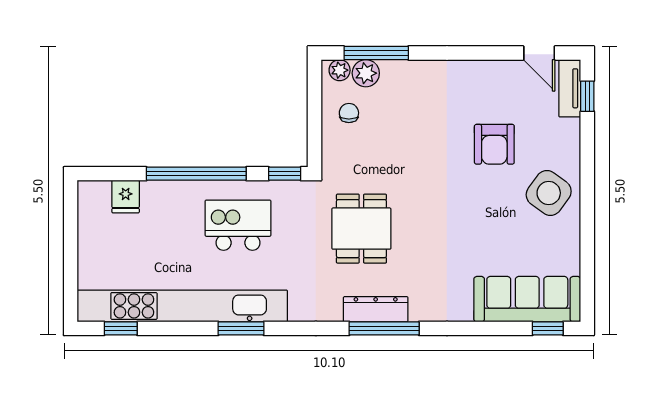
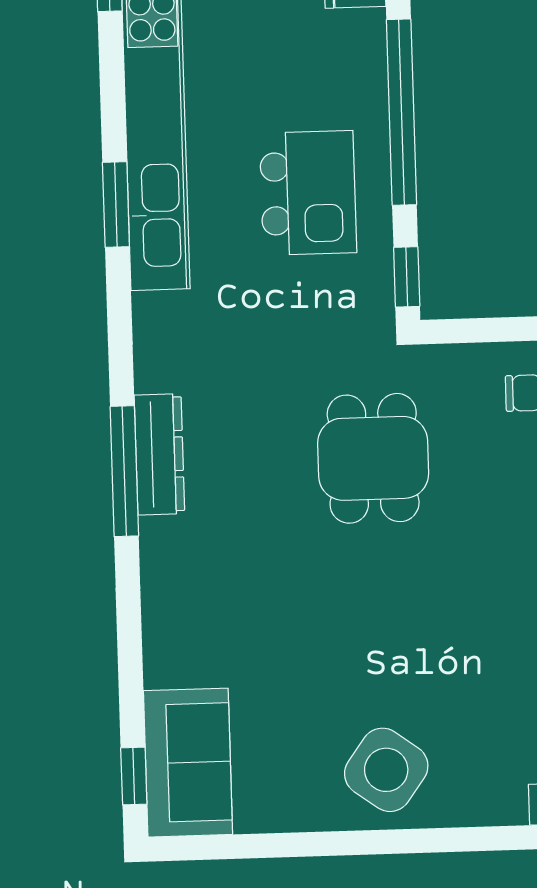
armchair: (494, 144) -> (474, 666), removed
dining table: (361, 229) -> (373, 458), moved, turned 90
sofa: (527, 299) -> (188, 763), width x0.73

